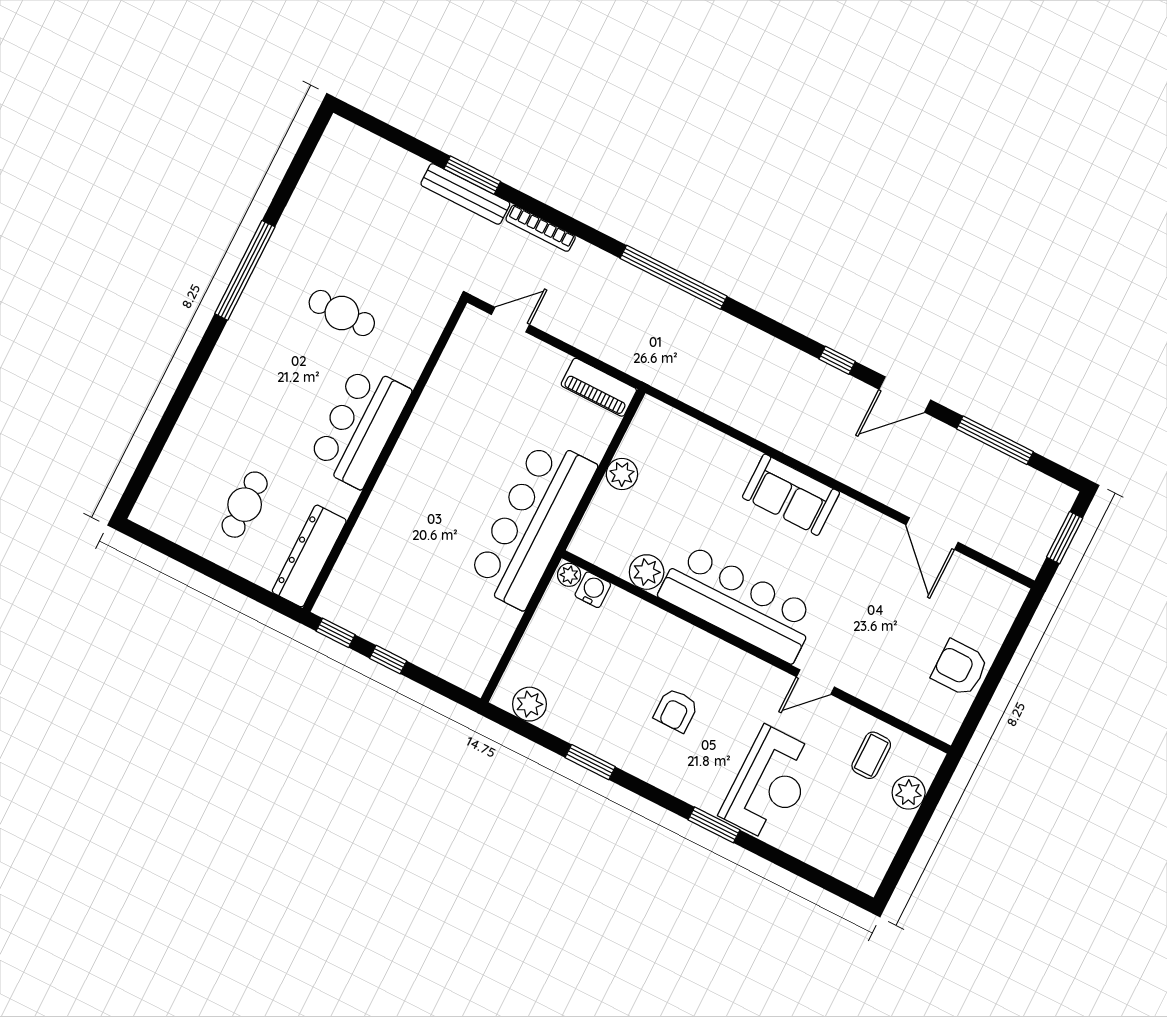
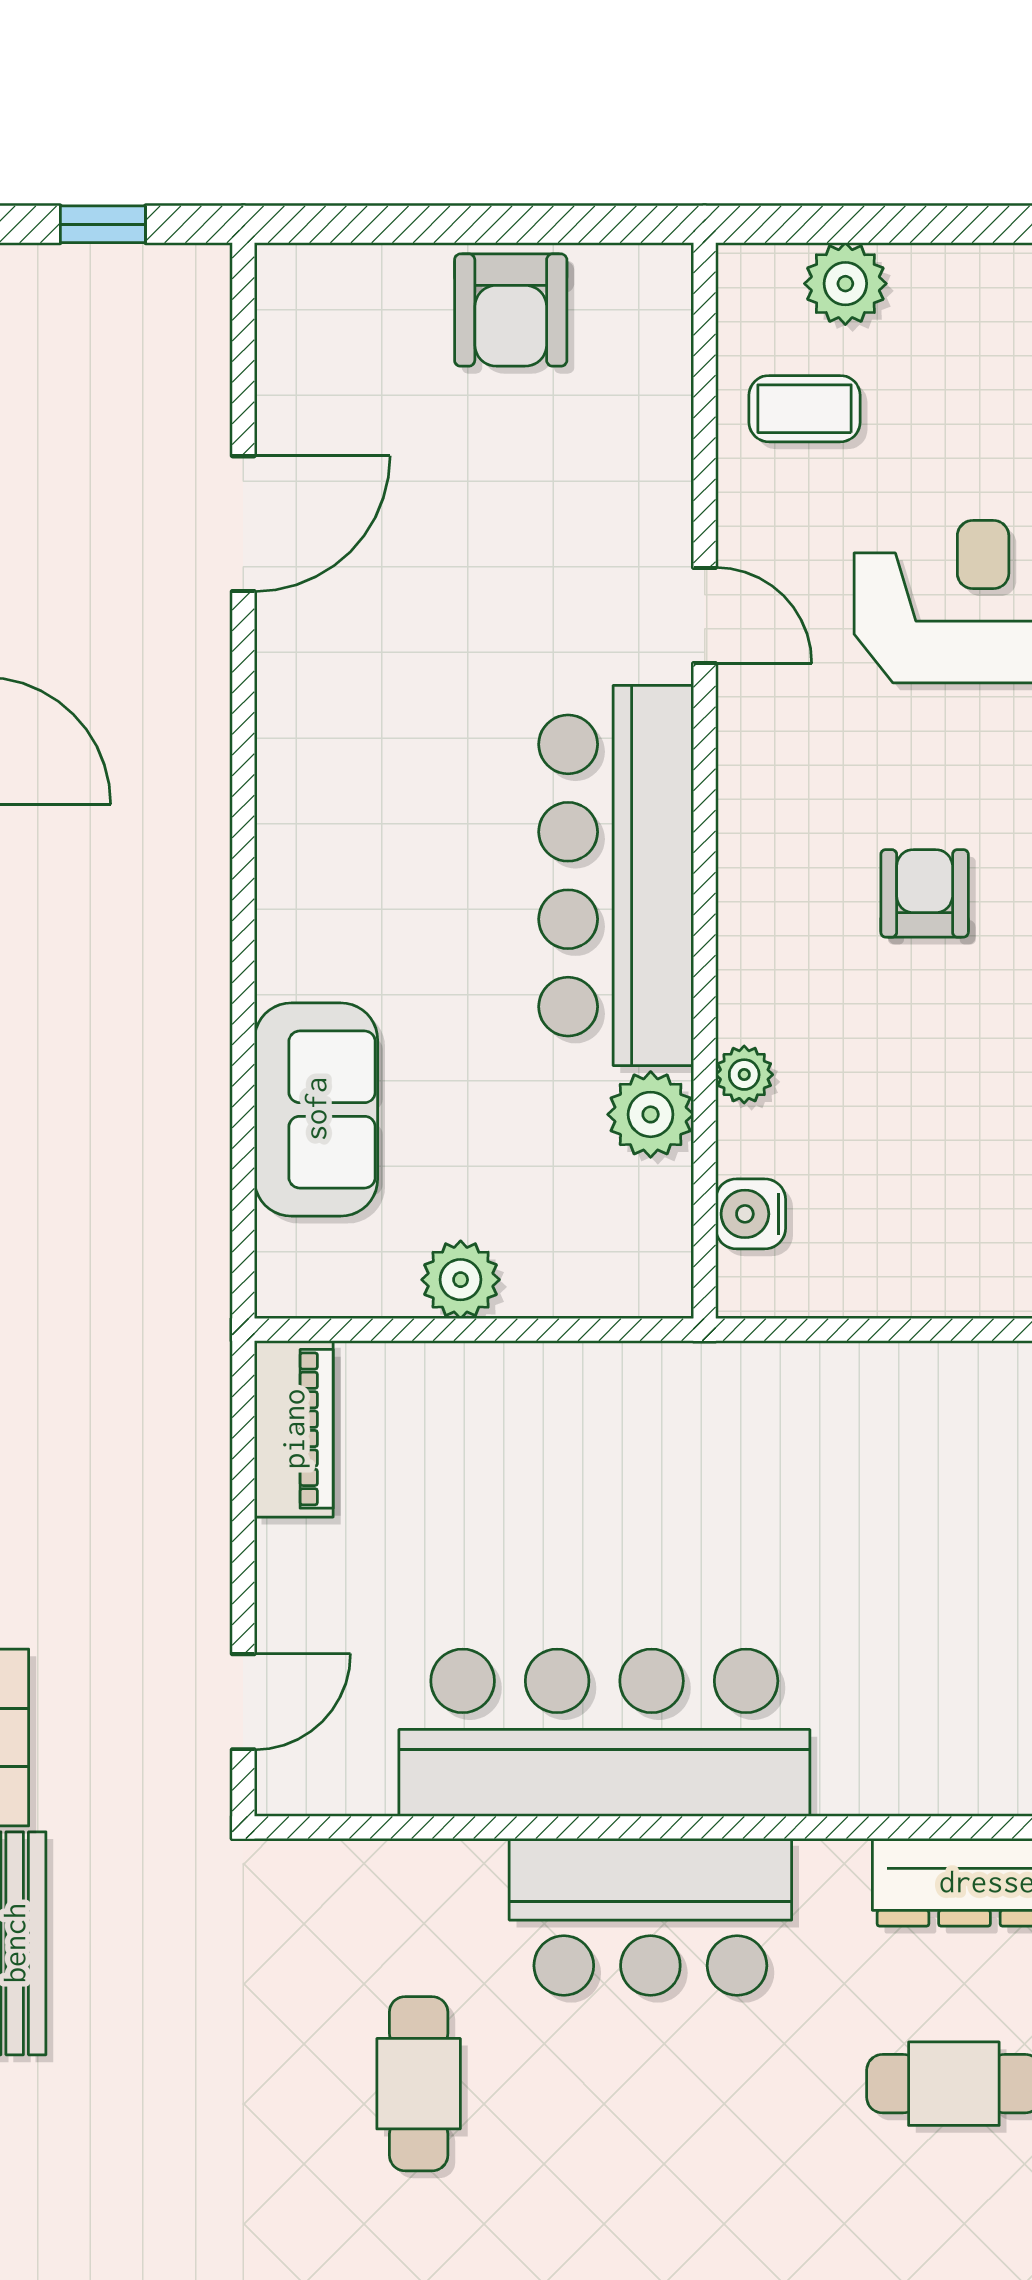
door: (510, 320) -> (243, 1702), swing flipped
sofa: (791, 495) -> (316, 1109), moved
bar counter: (532, 523) -> (604, 1733), moved, turned 180
window: (1065, 538) -> (103, 224), width x0.67
plant: (569, 575) -> (744, 1075), moved
armchair: (676, 710) -> (925, 893), turned -90

